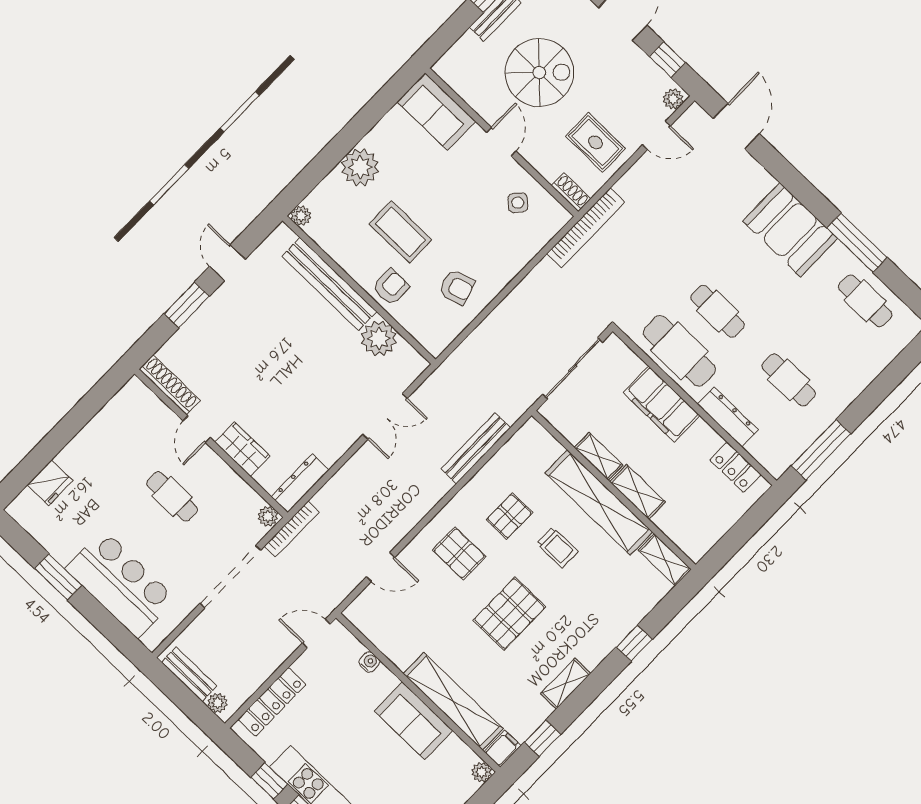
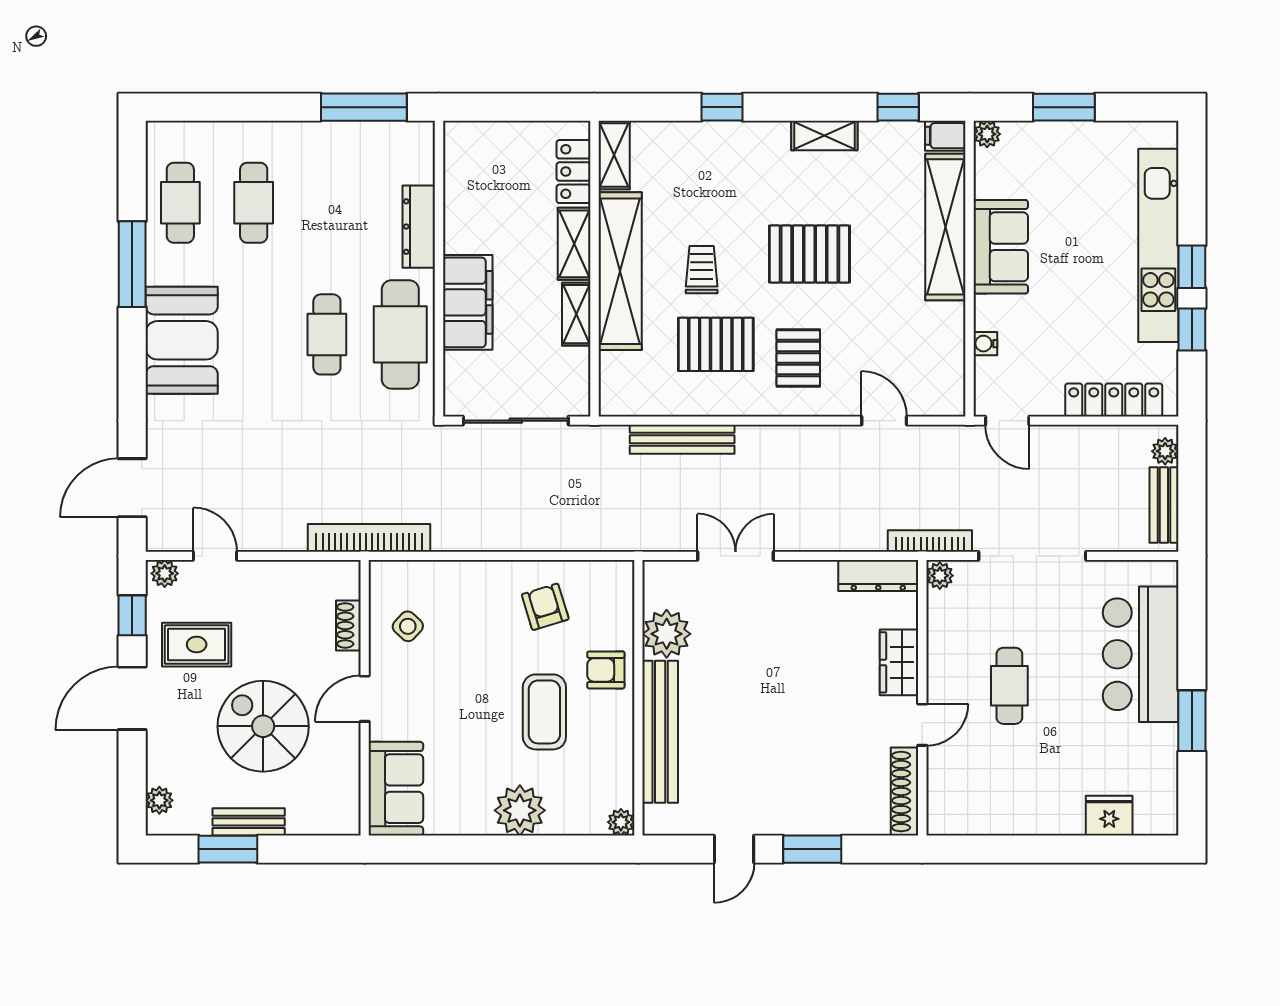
rug: (595, 142) -> (197, 645), moved, turned 90
shoe rack: (571, 192) -> (348, 625), moved
cafe table: (789, 380) -> (254, 203), moved
locker: (735, 467) -> (574, 172), moved, turned 180
pallet: (509, 516) -> (716, 344), width x1.50, depth x1.42

